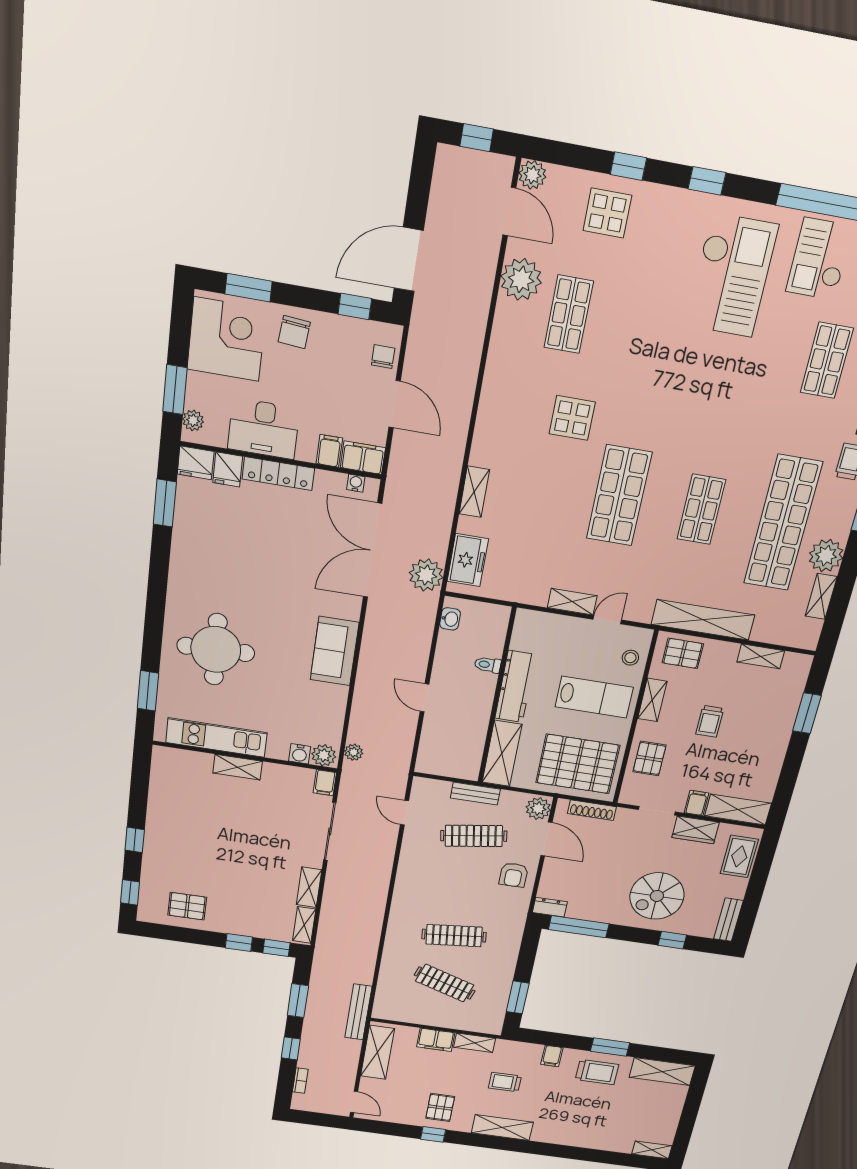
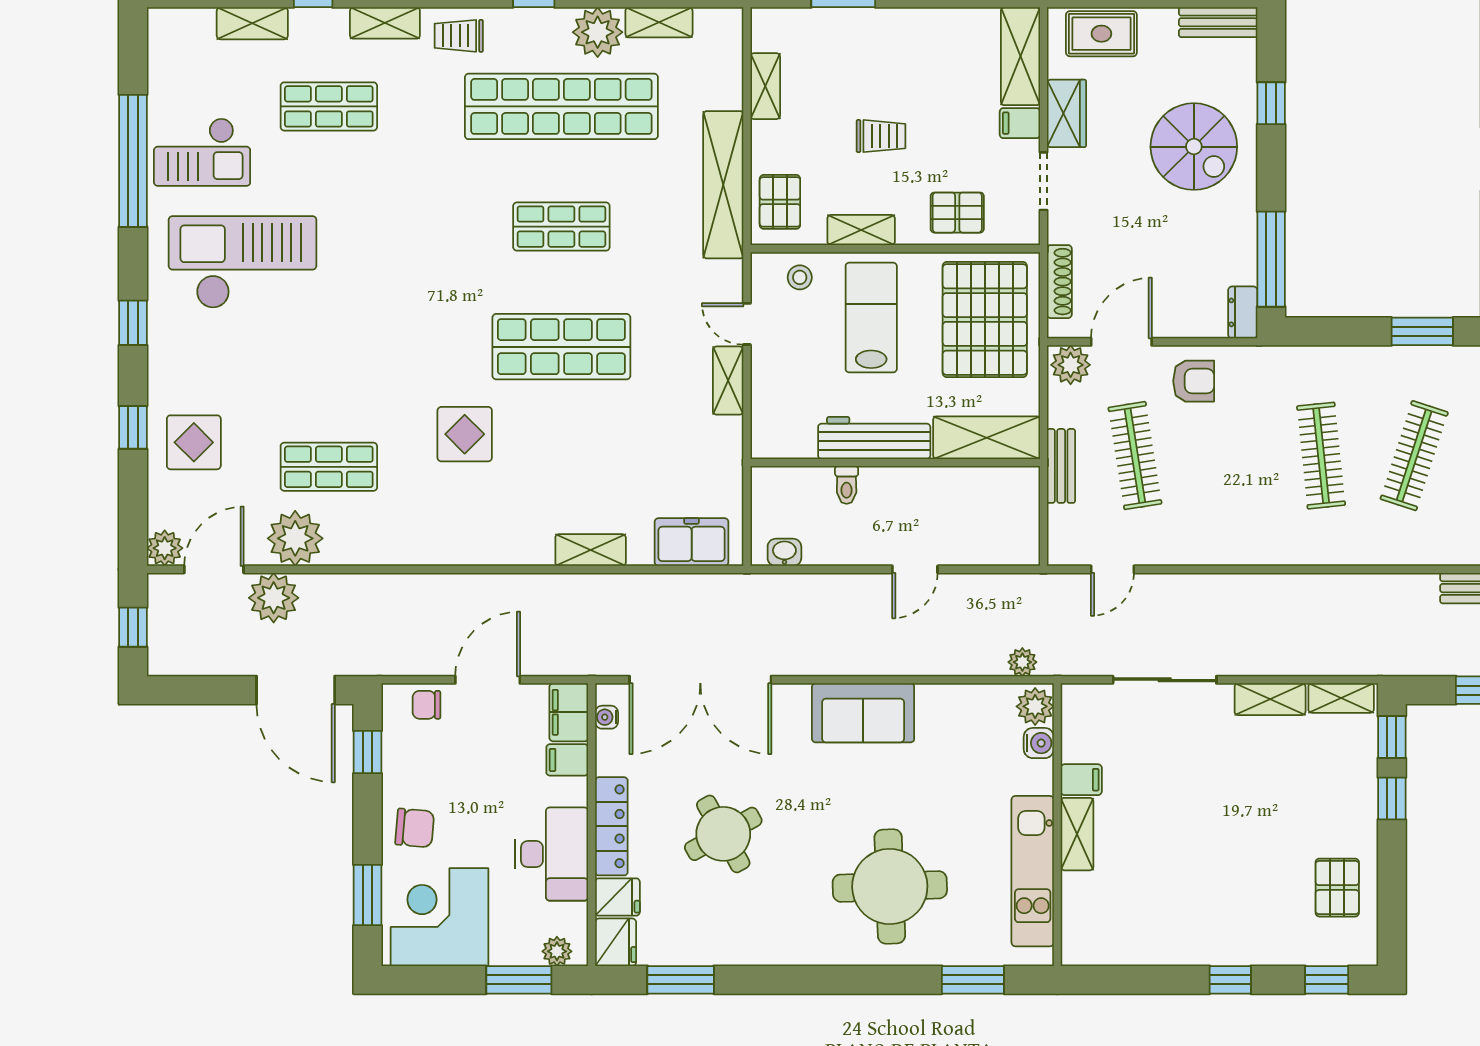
round table: (264, 548) -> (723, 834), added
plant: (426, 575) -> (274, 598), moved
filing cabinet: (325, 783) -> (1081, 780), moved

